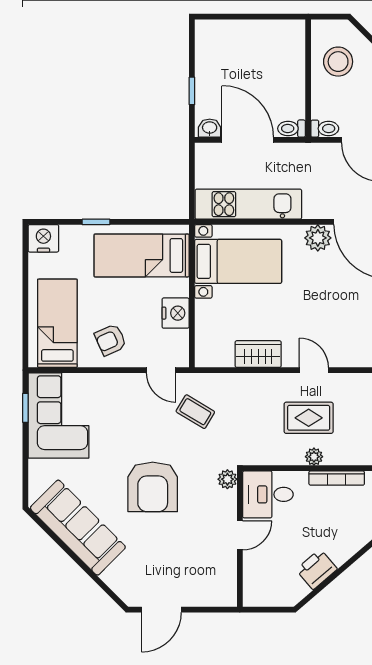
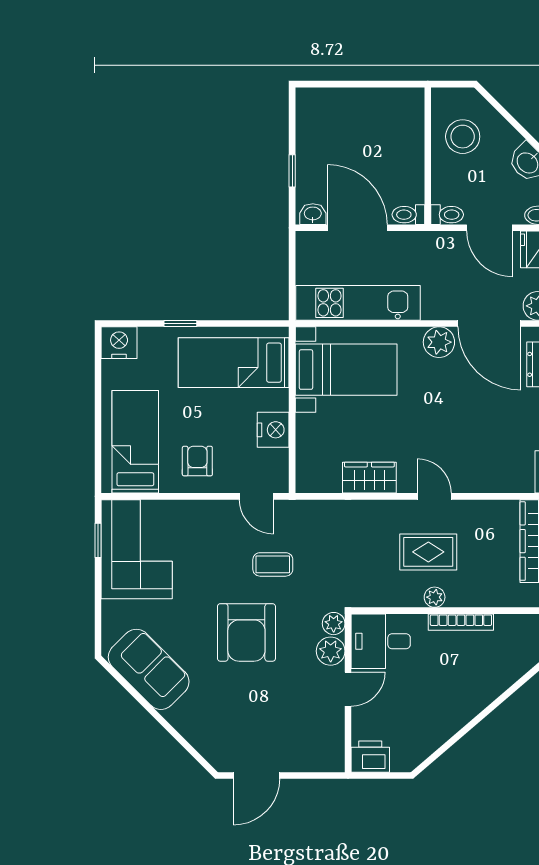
armchair: (111, 340) -> (197, 461), turned 114
coffee table: (195, 412) -> (273, 564), moved, turned -31
plant: (225, 503) -> (331, 651), added
sofa: (78, 528) -> (149, 669), width x0.73
printer: (317, 569) -> (370, 757), moved, turned 41

